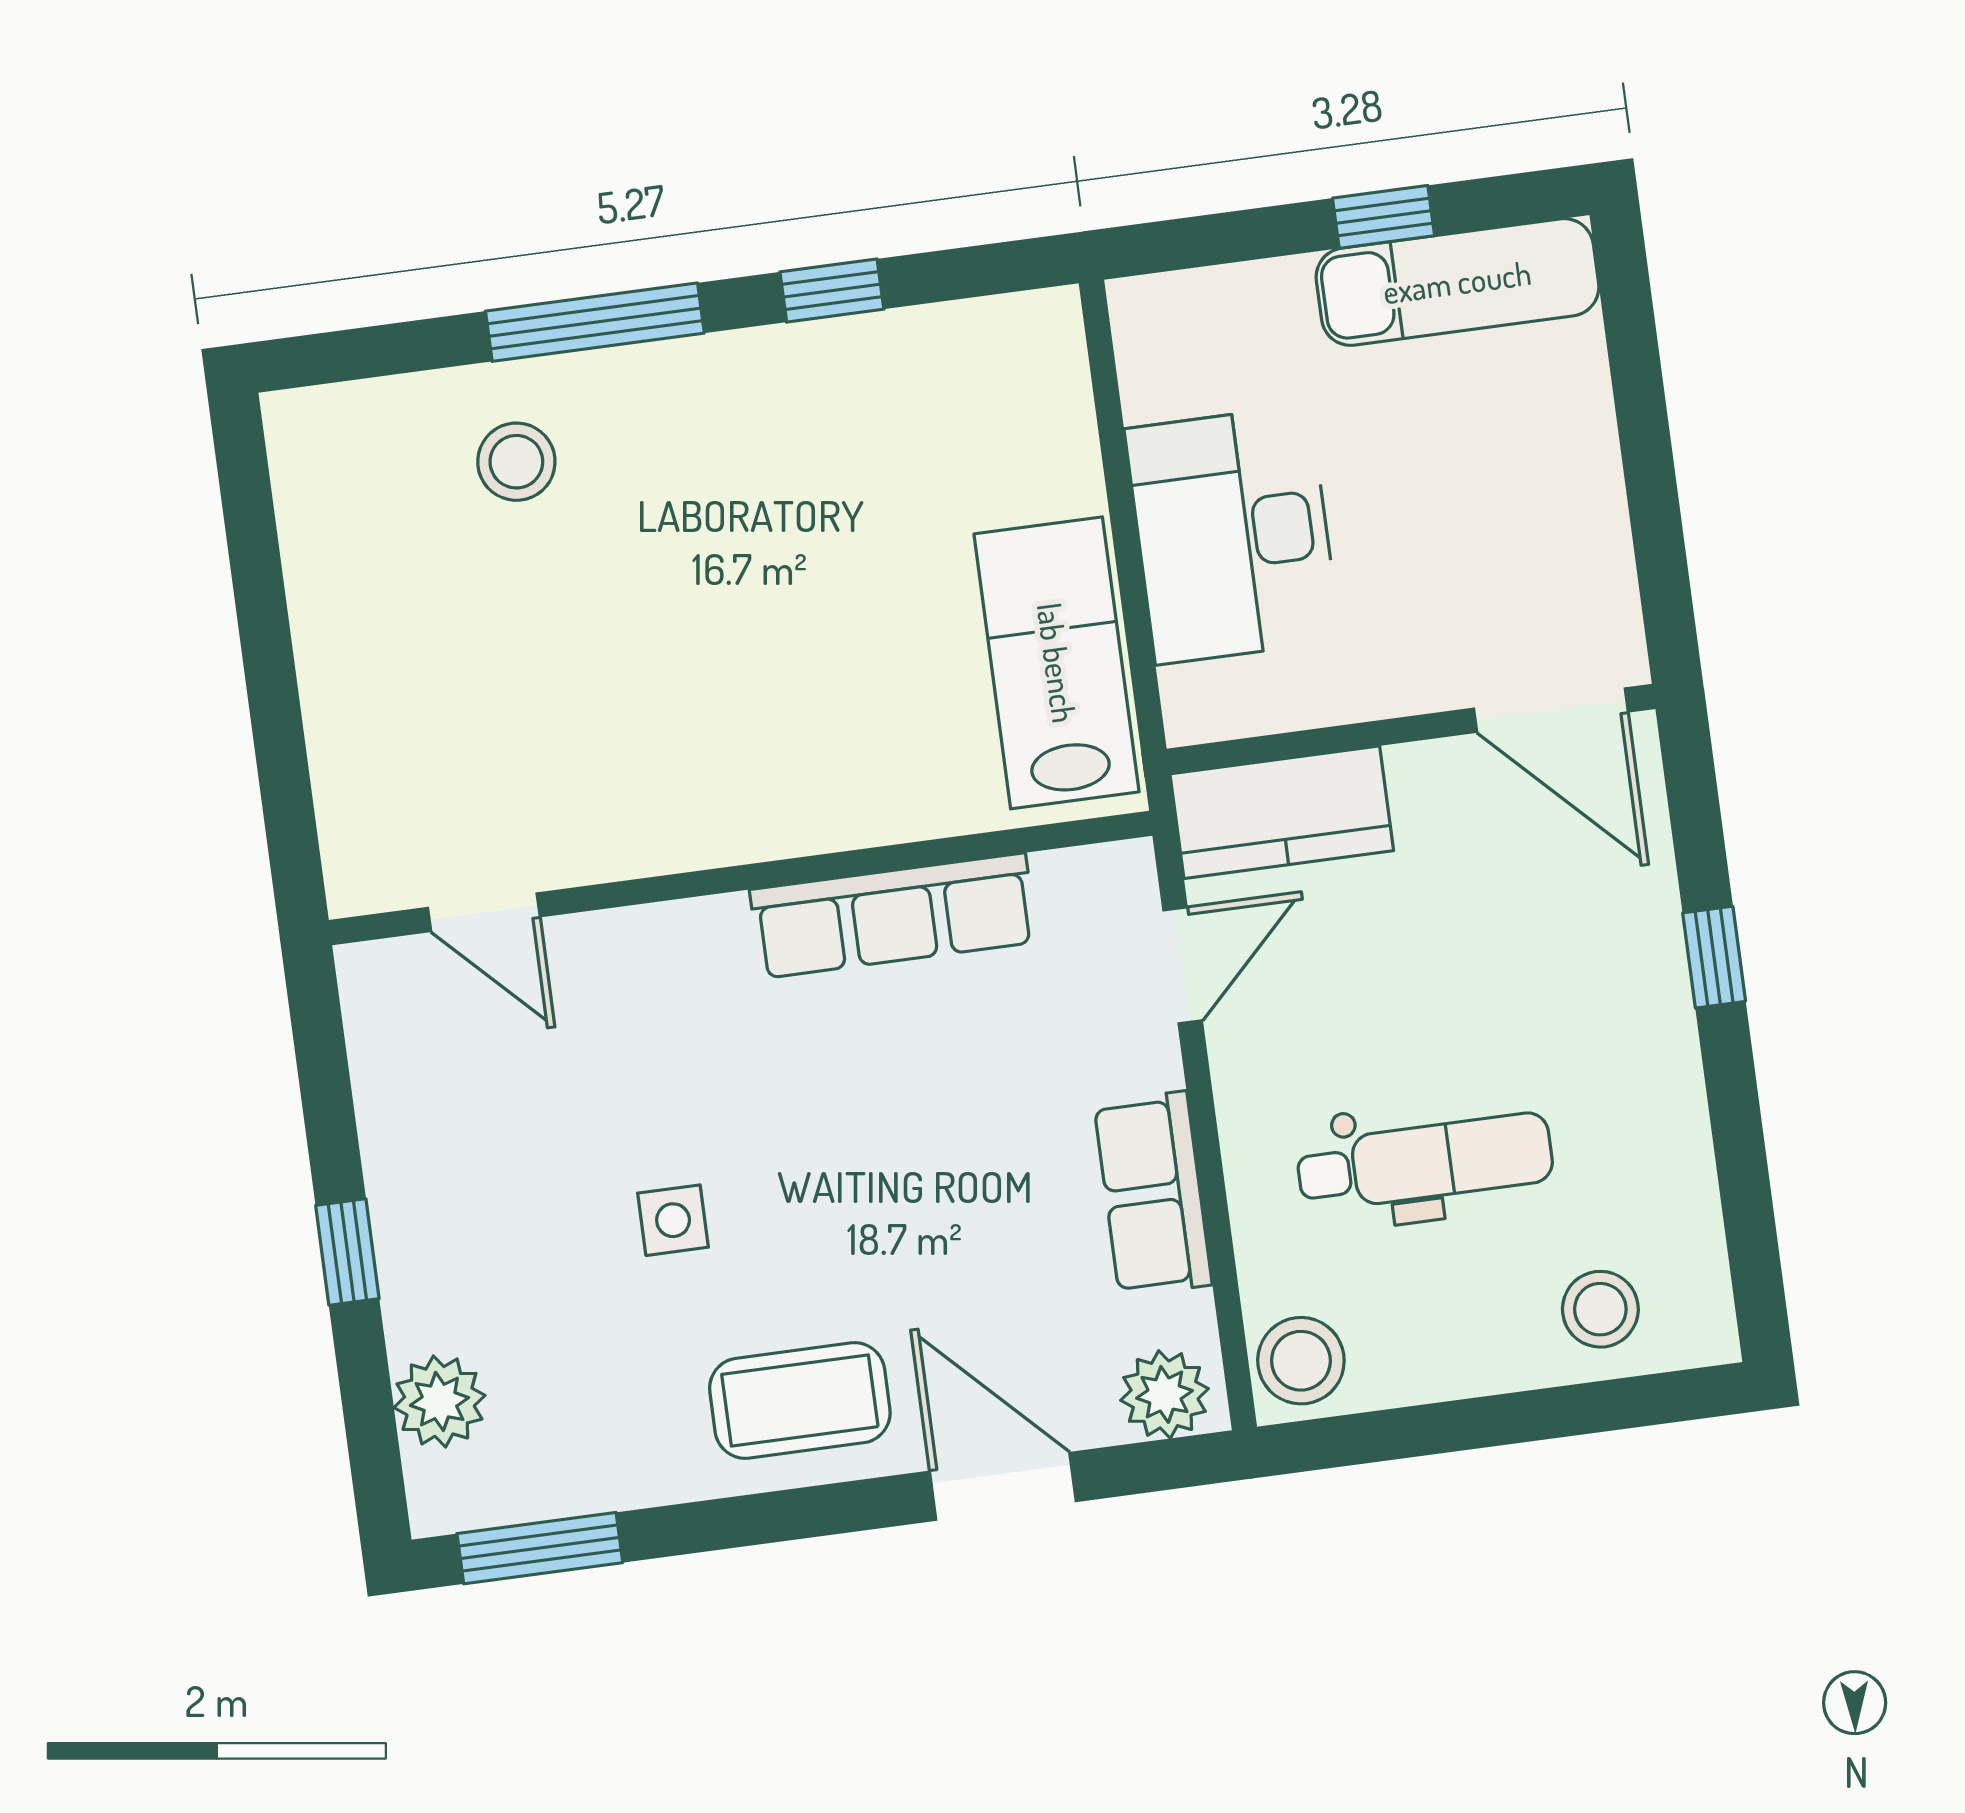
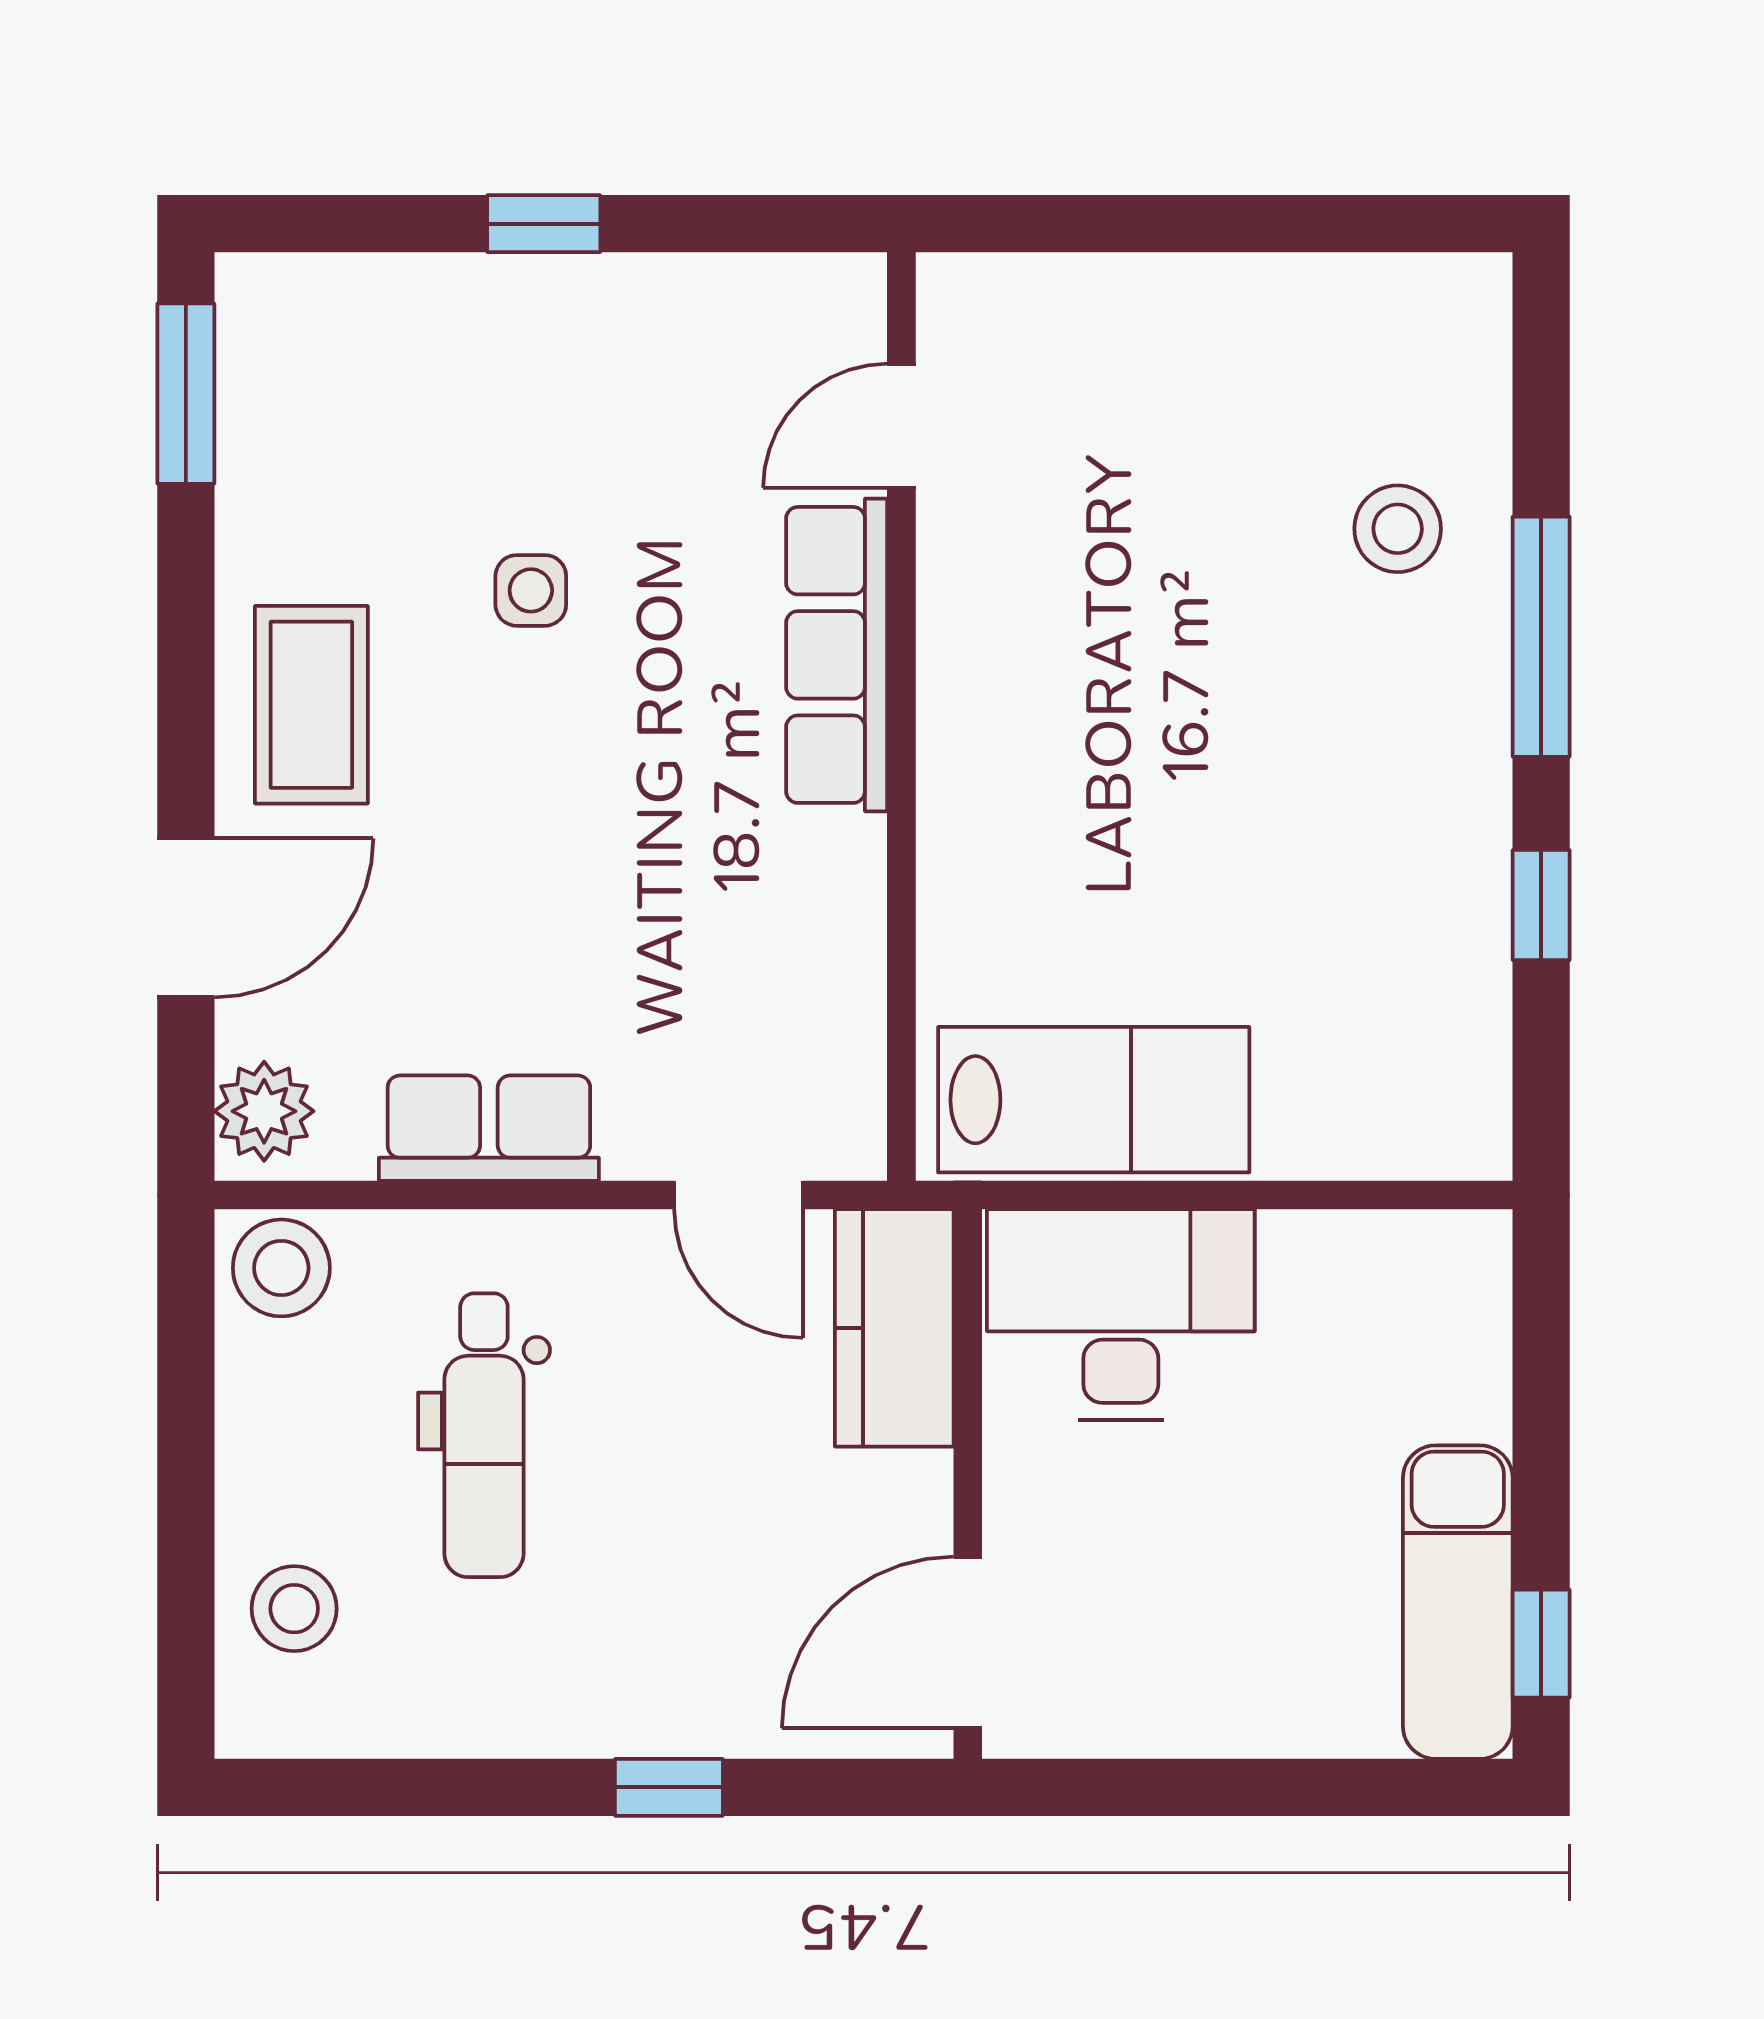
window: (1384, 217) -> (1541, 1644), moved
desk: (1233, 535) -> (1121, 1314), moved
row of seats: (893, 916) -> (837, 655), moved
plant: (439, 1401) -> (364, 304), removed

